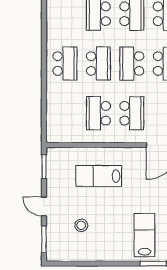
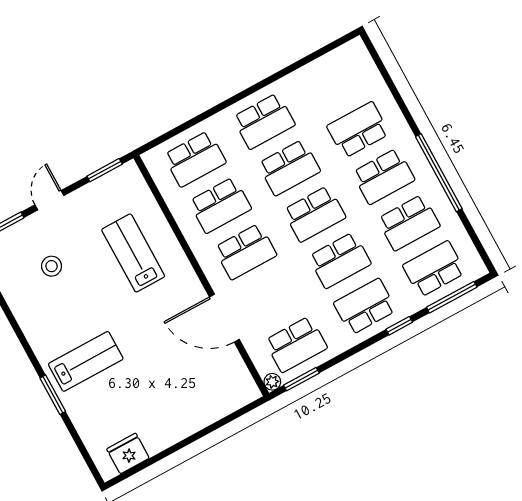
school desk: (132, 64) -> (314, 214), turned 180
school desk: (65, 113) -> (195, 159), added
school desk: (98, 113) -> (220, 205), turned 180

